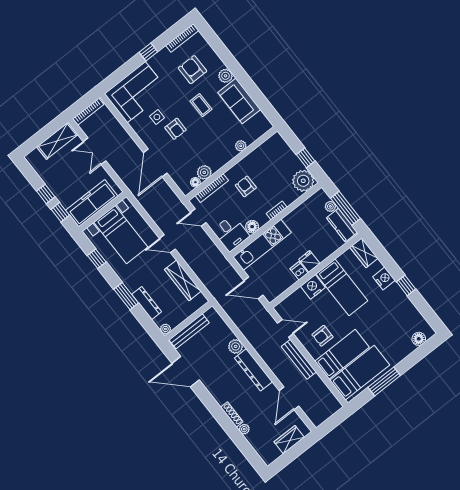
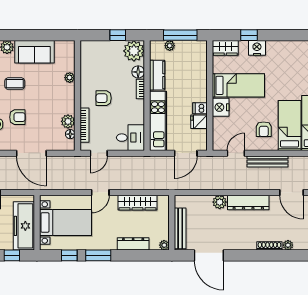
kitchen counter: (342, 225) -> (157, 75), moved, turned -90
floor lamp: (252, 227) -> (138, 72), moved
fridge: (309, 261) -> (199, 122), moved
window: (406, 285) -> (249, 35), moved
window: (126, 296) -> (98, 255), moved
door: (186, 372) -> (209, 255), hinge flipped

